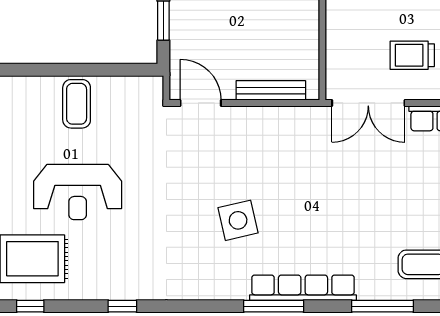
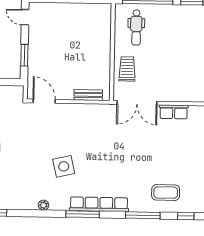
trolley: (412, 55) -> (127, 69), moved, turned 90
bench: (271, 90) -> (88, 95), width x0.73
plant: (203, 291) -> (44, 205), added

